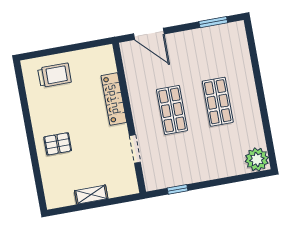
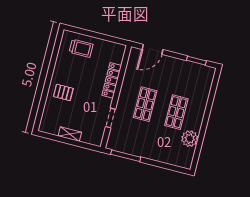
door: (149, 34) -> (153, 49), hinge flipped
plant: (257, 159) -> (190, 139), moved
window: (177, 189) -> (126, 156), width x2.17

